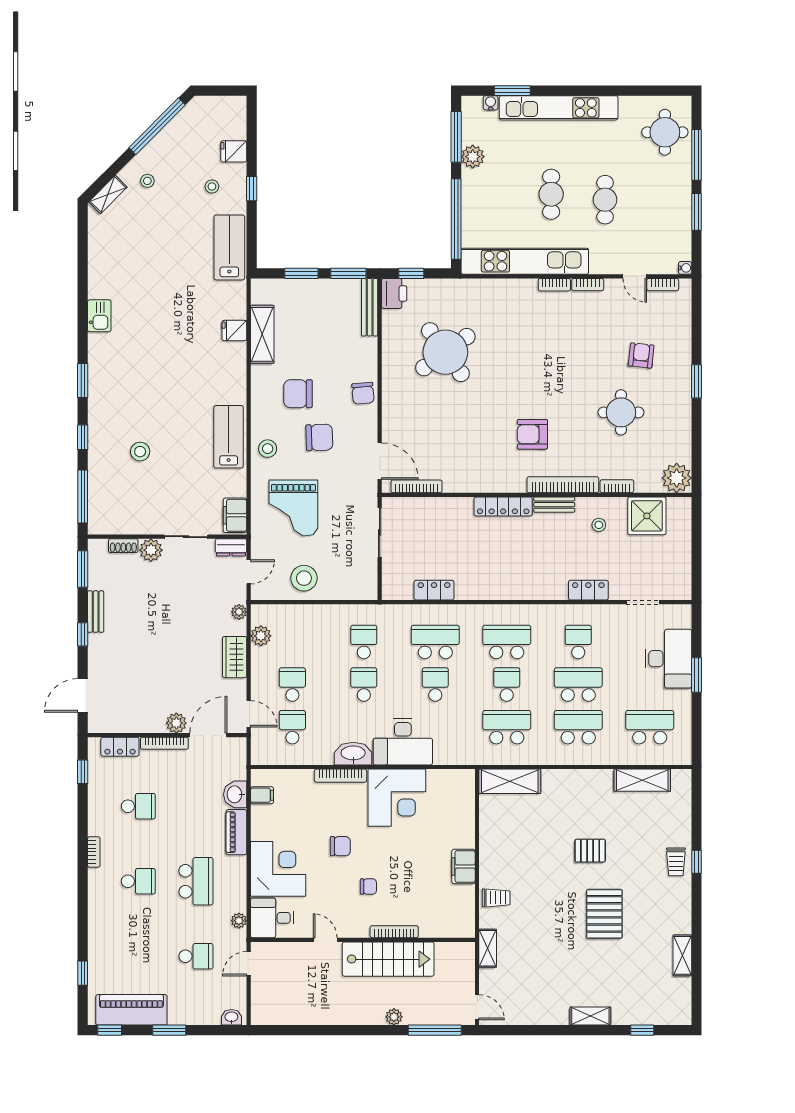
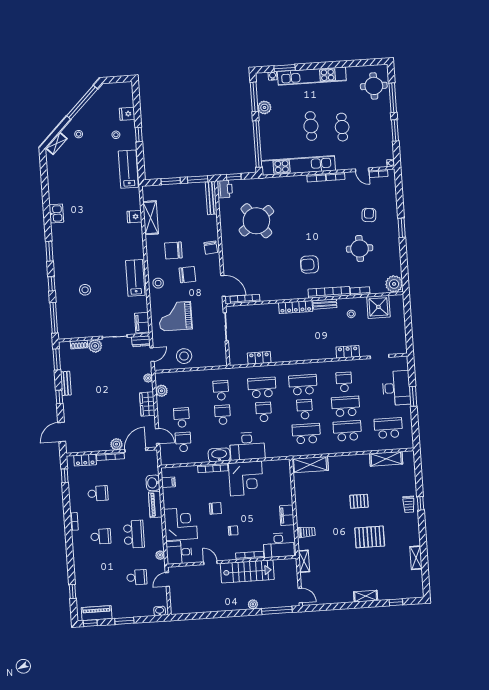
grand piano: (293, 508) -> (175, 316), turned 90
pallet: (604, 914) -> (370, 537), turned 90
desk: (446, 917) -> (279, 545), added
piano: (131, 1010) -> (97, 613), width x0.73, depth x0.75

